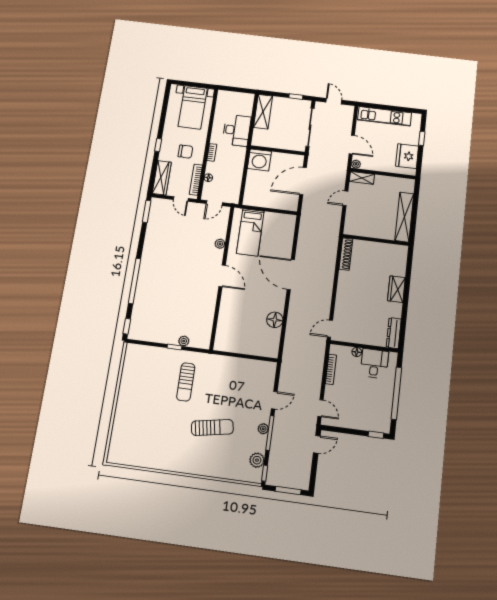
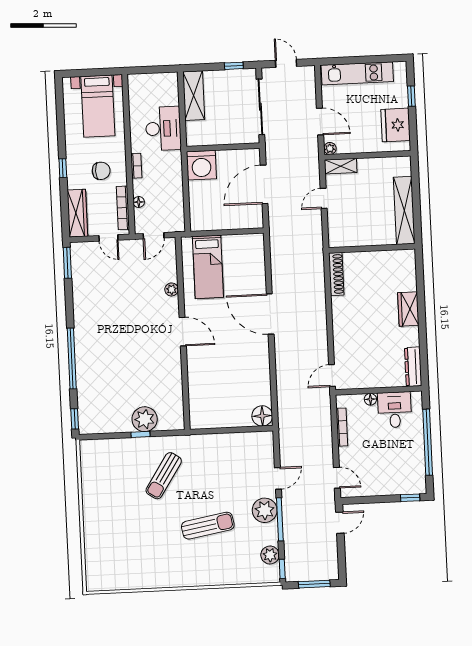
floor lamp: (275, 320) -> (262, 416), moved
plant: (184, 341) -> (145, 419), width x1.87, depth x1.87
sun lounger: (186, 382) -> (164, 476), turned 33
plant: (263, 429) -> (265, 510), width x1.88, depth x1.88

